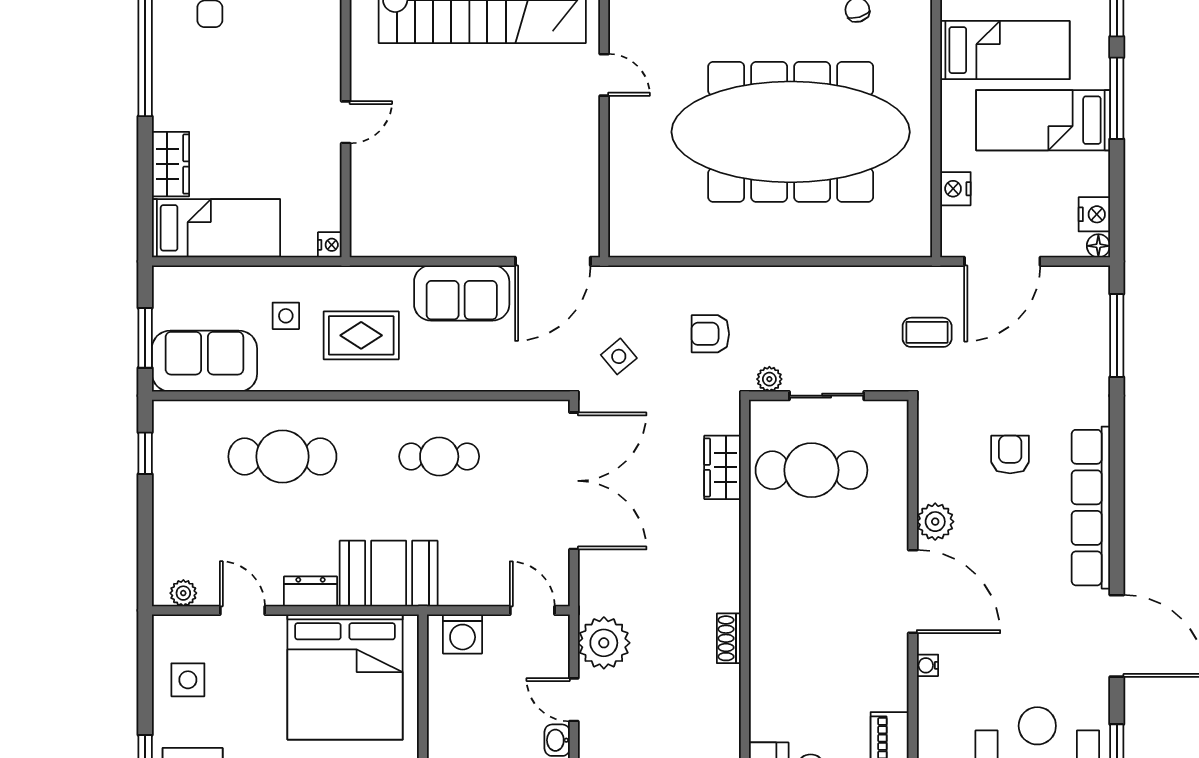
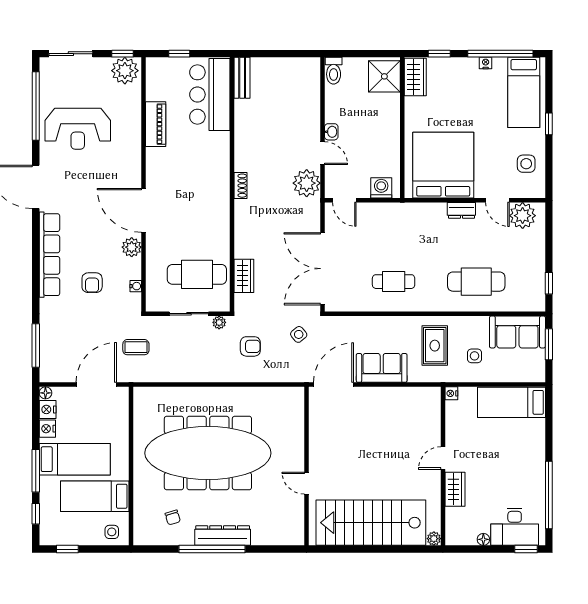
wardrobe: (170, 164) -> (455, 489), moved, turned 180
nightstand: (955, 189) -> (47, 429), moved, turned 180
rug: (361, 335) -> (435, 346), turned 90
booth: (389, 574) -> (420, 220), removed
plant: (183, 593) -> (523, 216), width x1.88, depth x1.88
water cooler: (927, 665) -> (136, 286), moved

